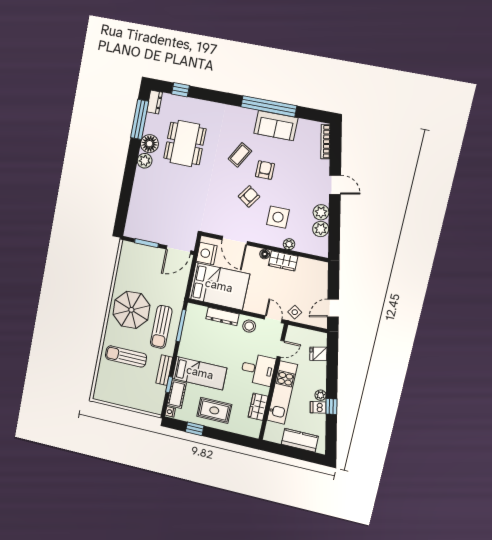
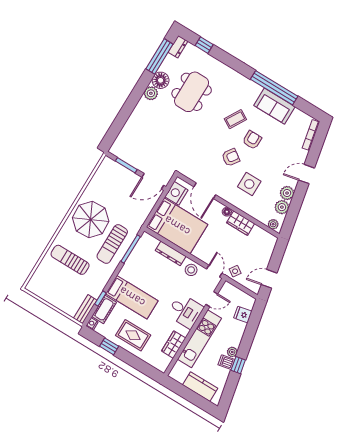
door: (335, 185) -> (307, 174), swing flipped
plant: (289, 244) -> (273, 224), moved
bench: (164, 370) -> (85, 309), moved

